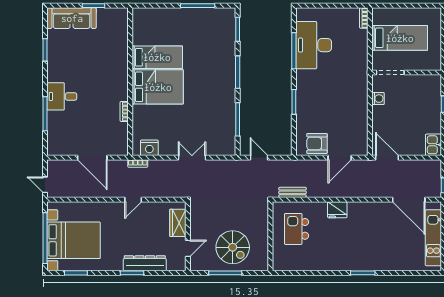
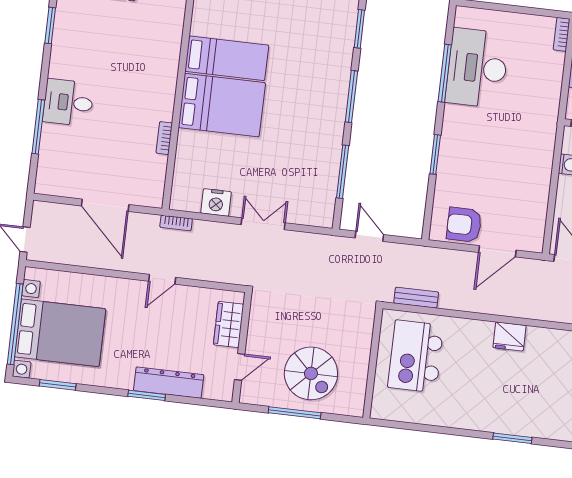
nightstand: (149, 148) -> (216, 202), moved
fridge: (337, 210) -> (510, 336), moved
kitchen island: (297, 229) -> (416, 356), width x1.37, depth x1.28

